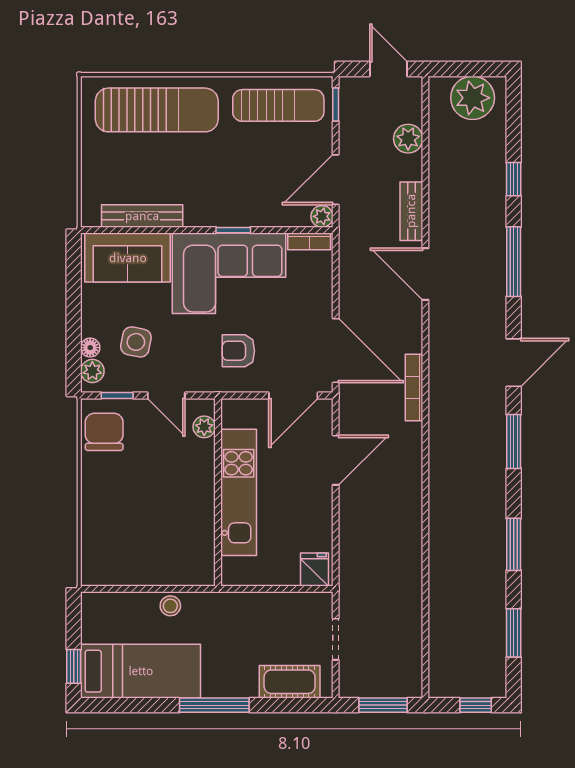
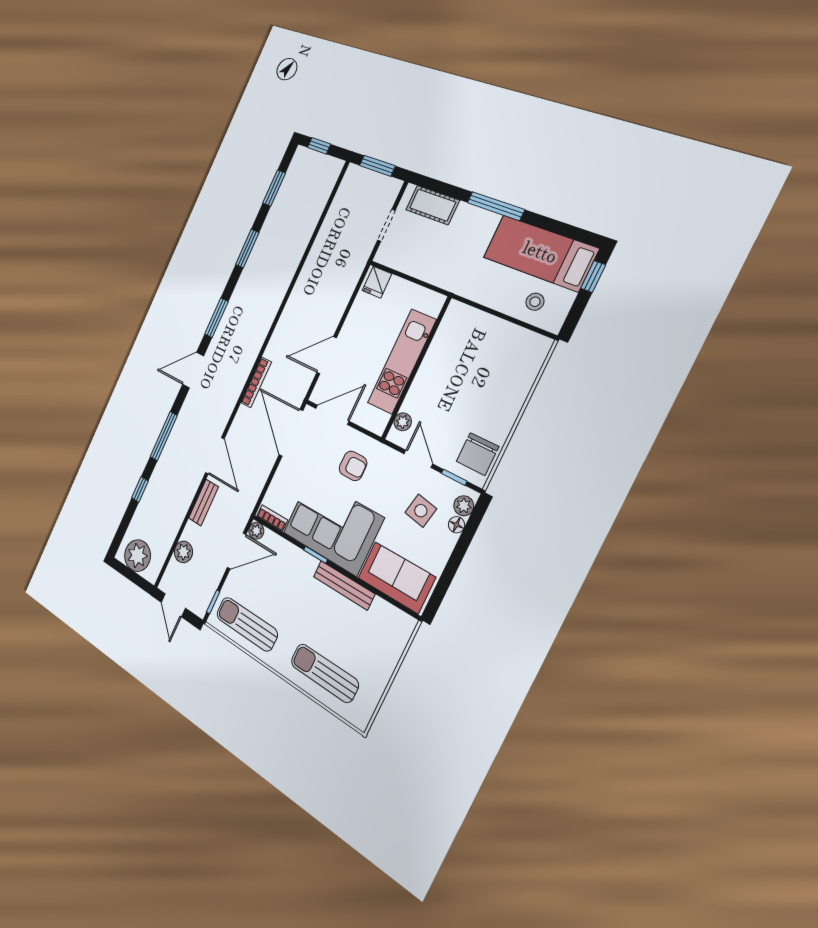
sun lounger: (157, 110) -> (325, 673), width x0.73, depth x0.75
bench: (142, 216) -> (344, 585), moved
stool: (170, 606) -> (535, 302), moved

